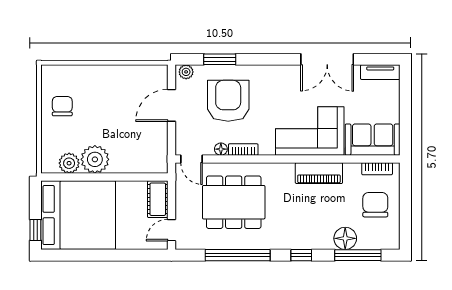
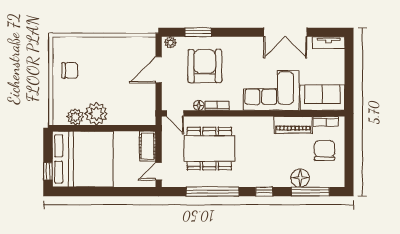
chair: (62, 106) -> (70, 70), turned 90
piano: (319, 173) -> (293, 125), moved

